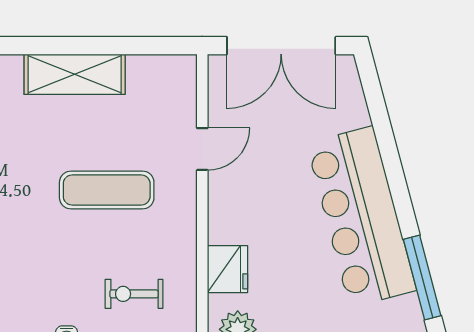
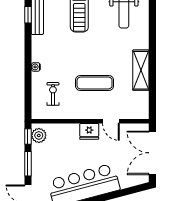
exercise mat: (107, 190) -> (95, 83), turned 90
fridge: (228, 269) -> (89, 131), moved

